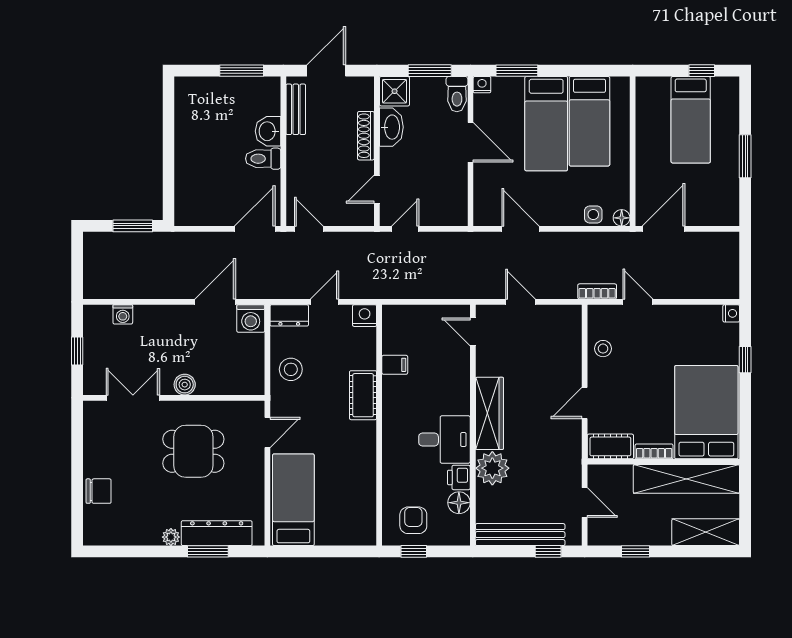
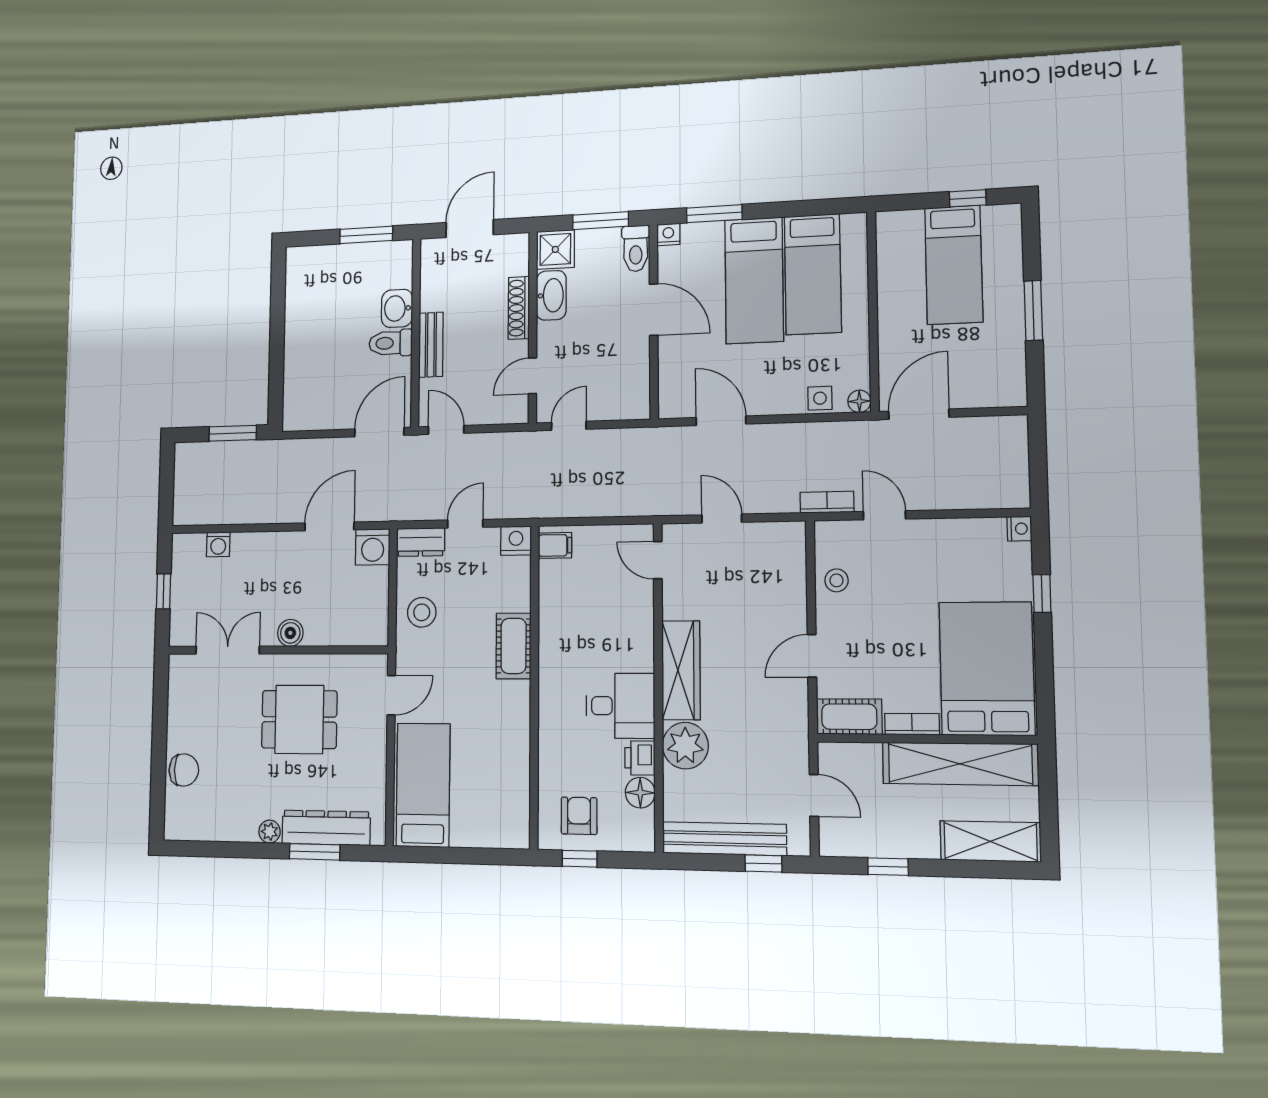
bench: (296, 109) -> (431, 345), moved
filing cabinet: (395, 365) -> (555, 545), moved

